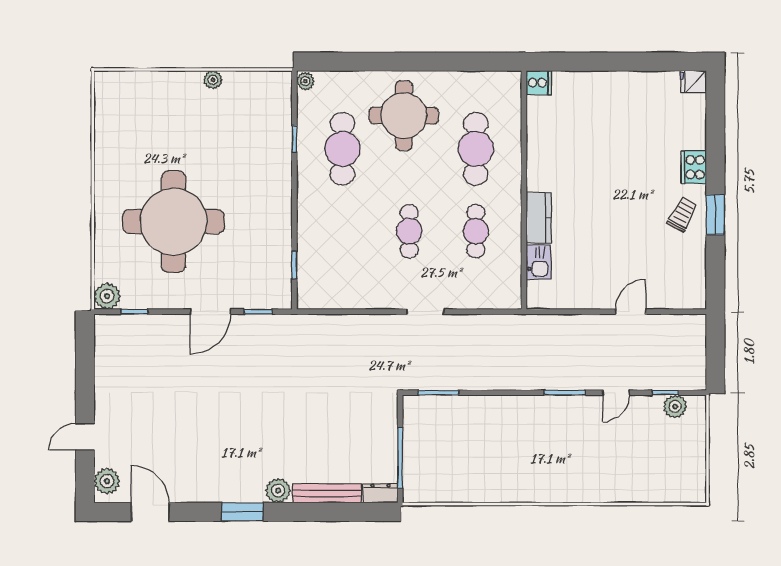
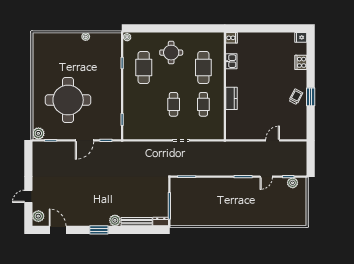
round table: (404, 116) -> (171, 53), width x0.73, depth x0.73
cooker: (694, 167) -> (301, 62), moved
kitchen sink: (539, 262) -> (231, 61), moved

